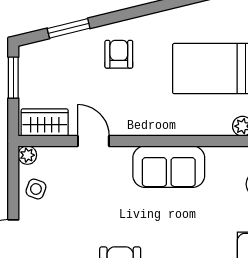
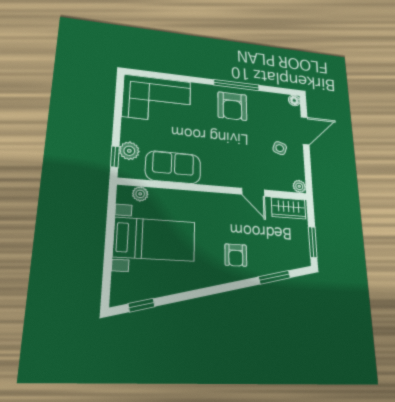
sofa: (169, 167) -> (173, 167), moved
side table: (36, 189) -> (280, 148), moved

